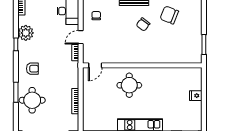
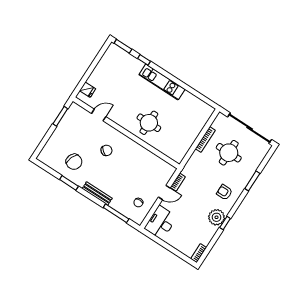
chair: (143, 24) -> (106, 150), moved
plant: (26, 33) -> (217, 217), moved
door: (95, 65) -> (99, 115), moved
fridge: (196, 96) -> (88, 90), moved
round table: (32, 100) -> (229, 153), moved

